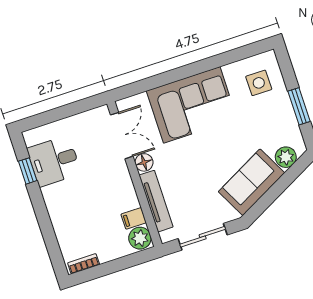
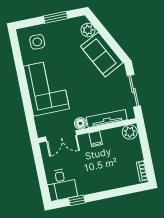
double door: (122, 136) -> (61, 136), swing flipped
desk: (54, 161) -> (61, 185), moved
filing cabinet: (134, 218) -> (96, 139), moved

